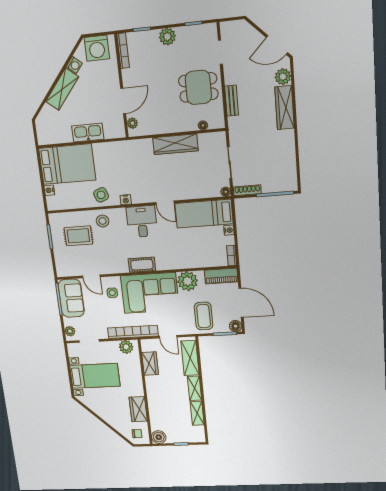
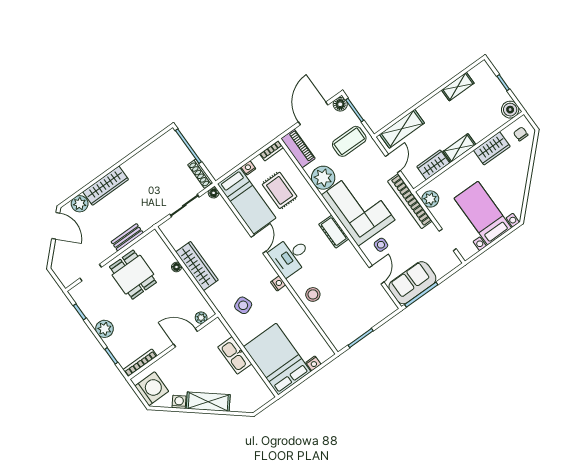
floor lamp: (203, 125) -> (176, 267), moved
side table: (101, 195) -> (243, 305), moved
rug: (78, 236) -> (280, 190), moved
plant: (70, 331) -> (449, 265), removed
shelving: (195, 388) -> (459, 148), moved

